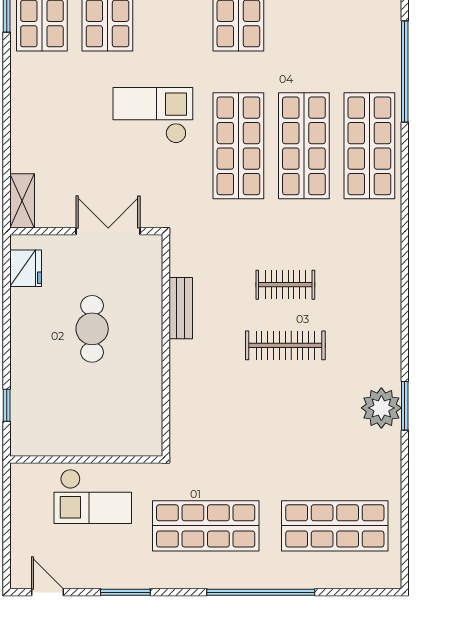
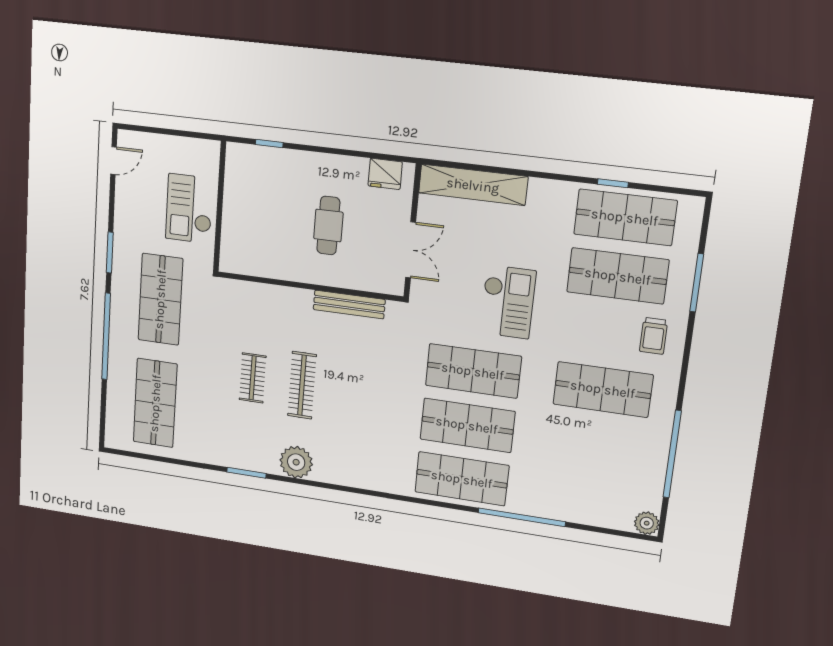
shelving: (22, 201) -> (473, 185), width x2.20, depth x1.33
clothes rail: (285, 285) -> (253, 378), moved
bench: (181, 308) -> (349, 305), width x1.36
cafe table: (92, 329) -> (328, 226), turned 90
plant: (381, 408) -> (296, 462), moved
window: (125, 592) -> (110, 253), moved

